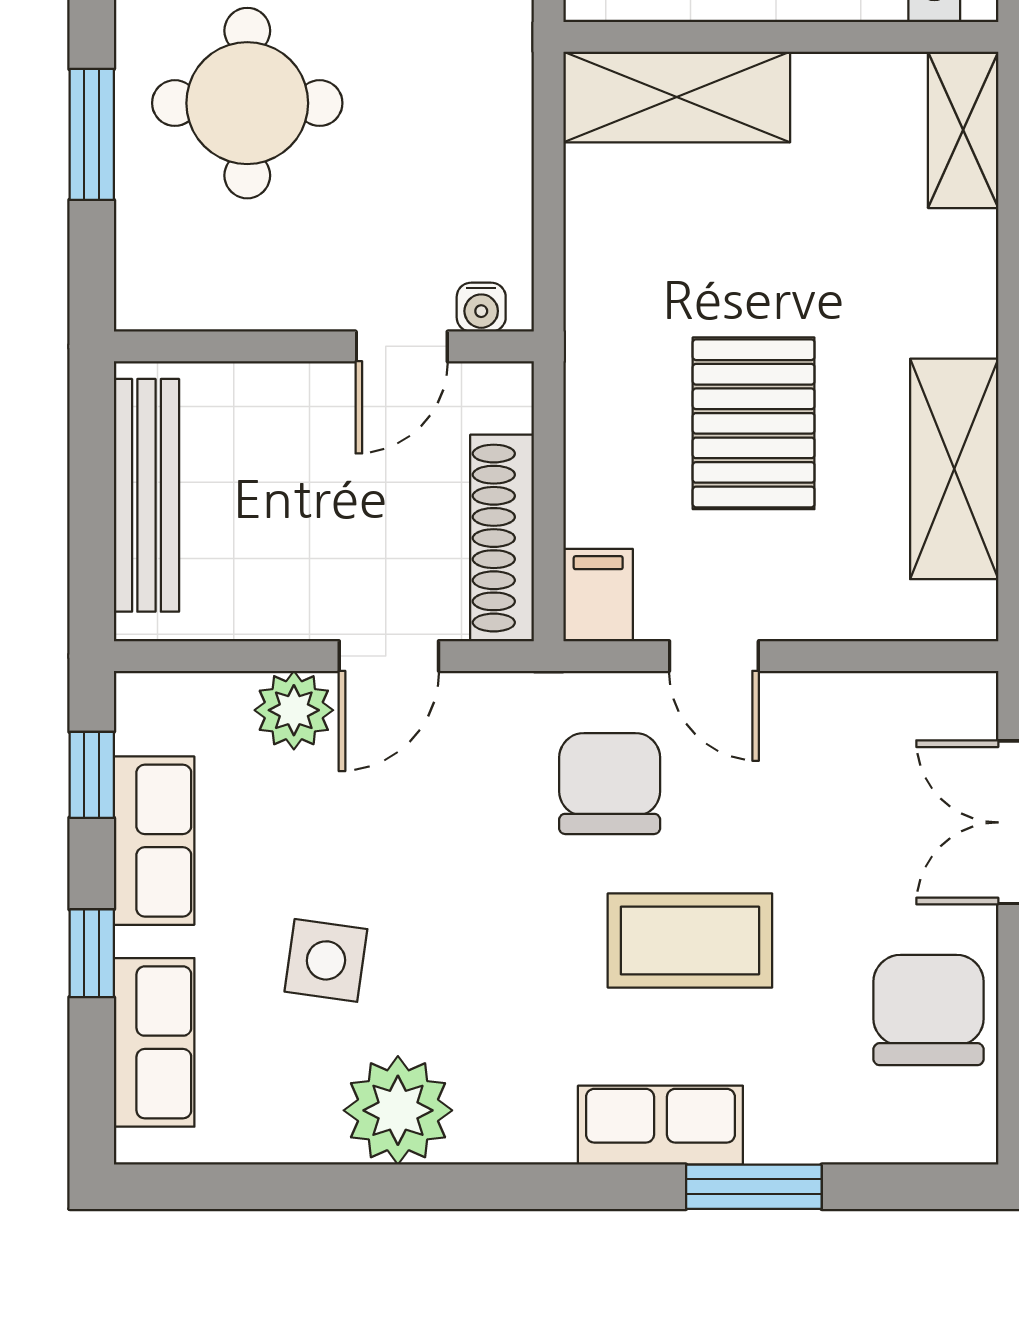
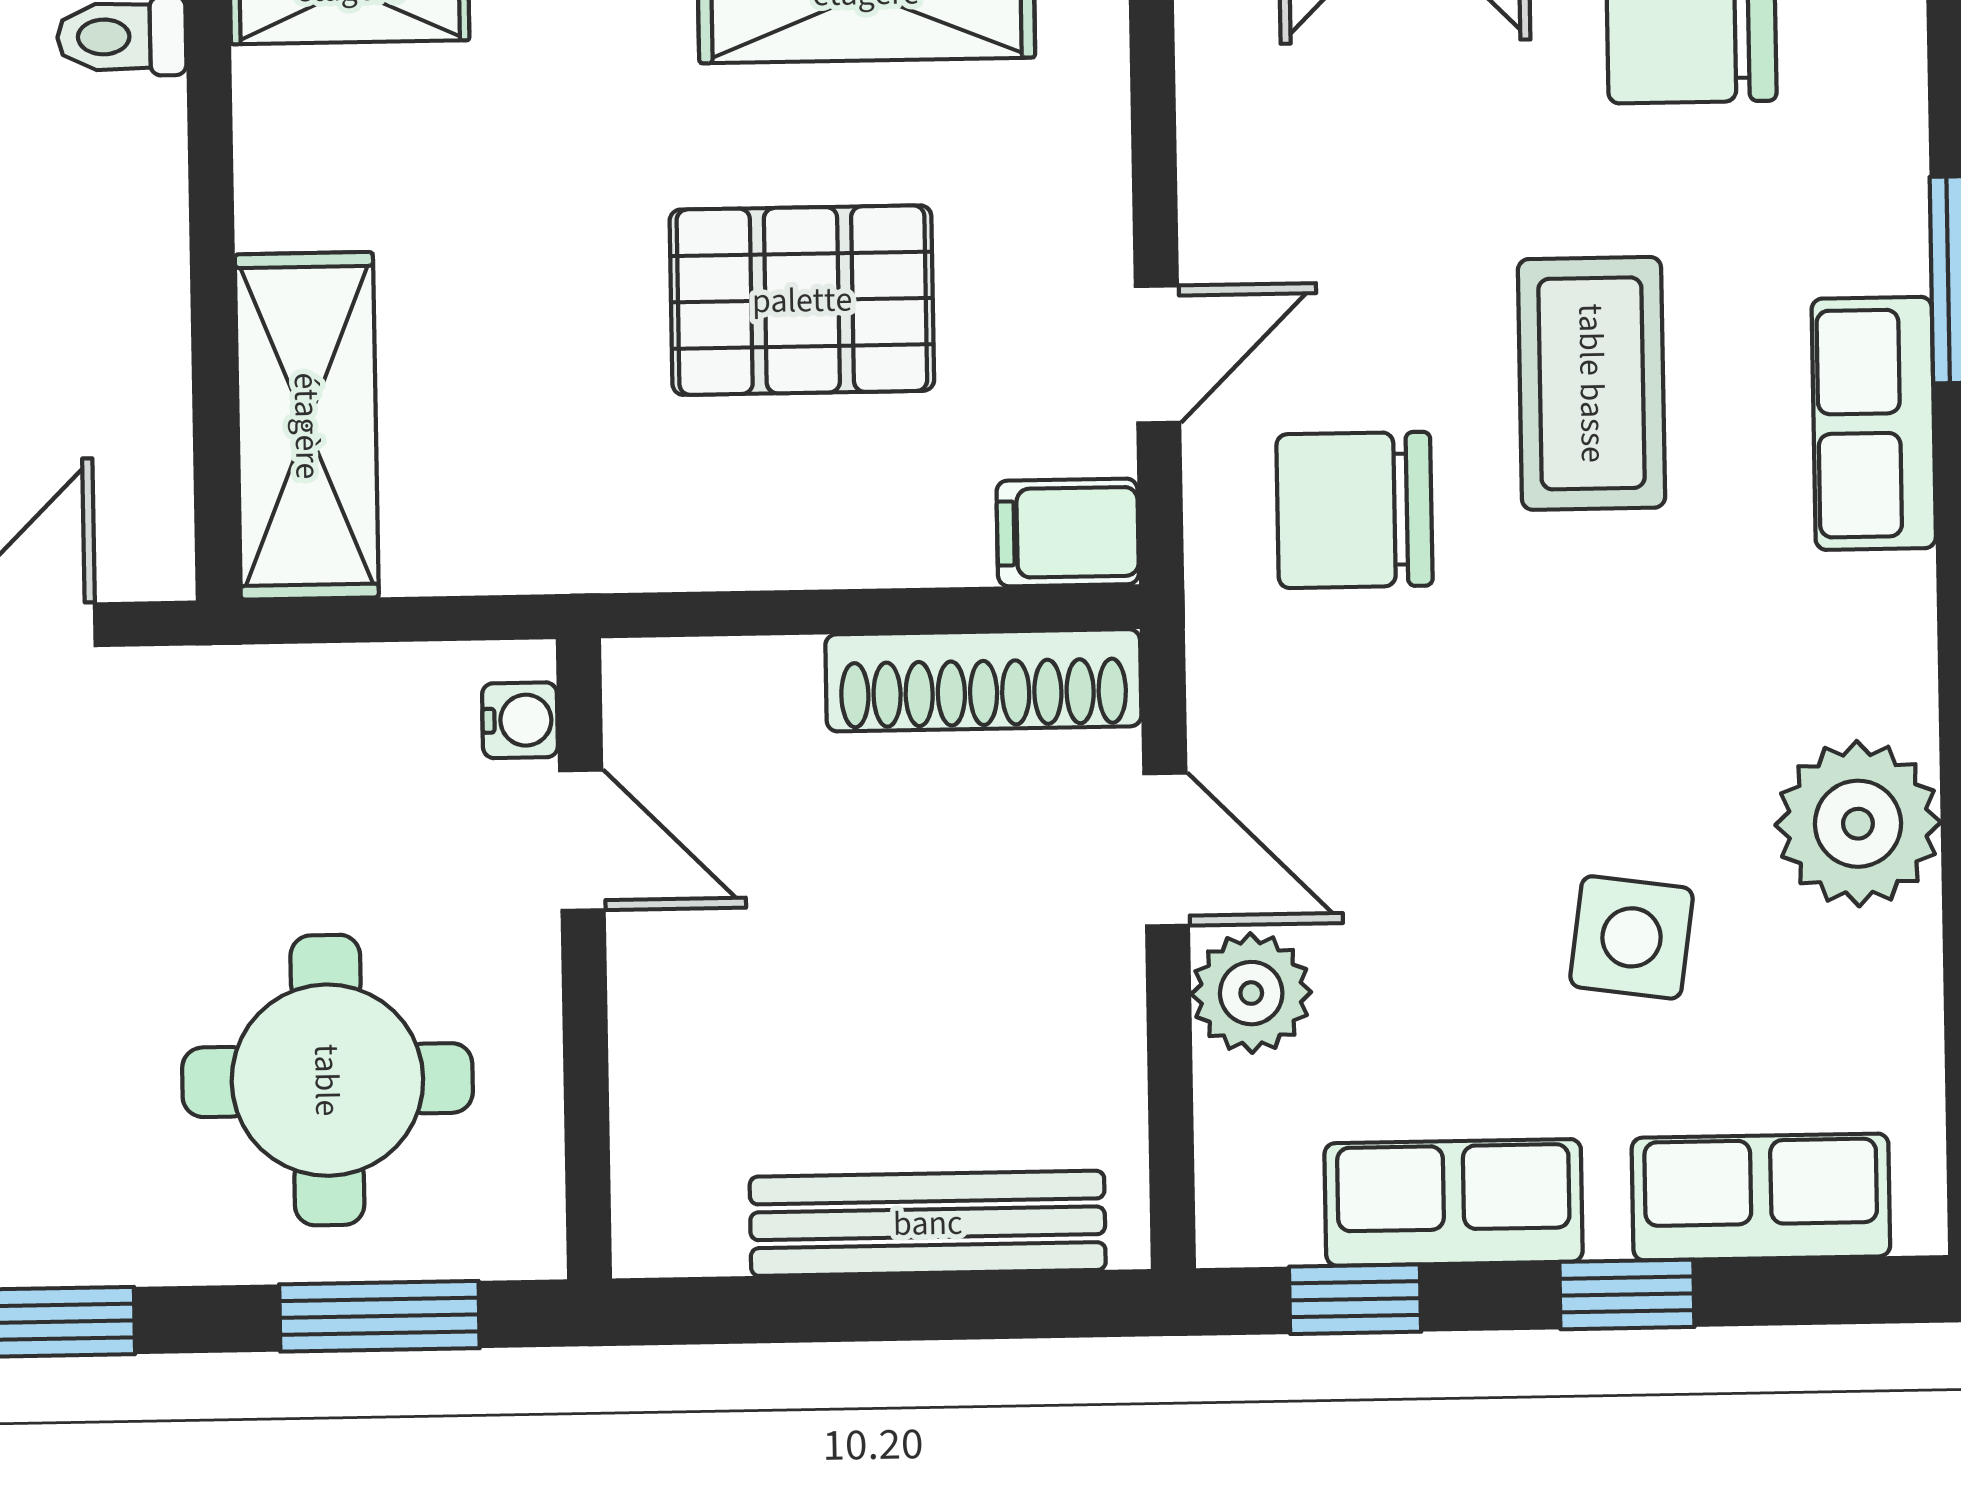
water cooler: (481, 307) -> (520, 720), moved
wall: (324, 346) -> (584, 959), moved
door: (402, 346) -> (582, 840), moved

